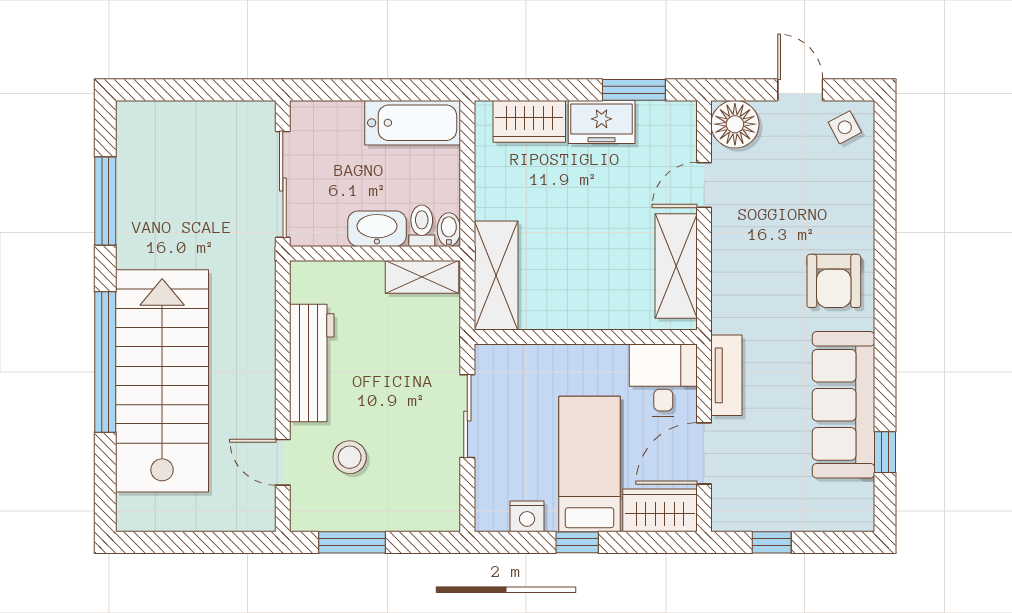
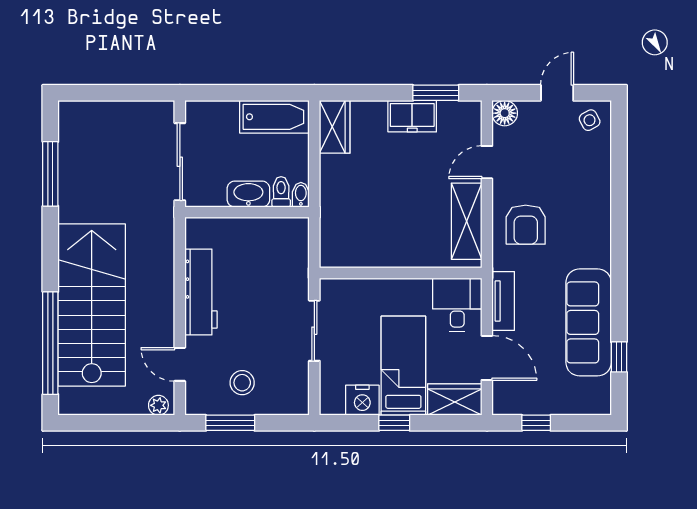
door: (800, 90) -> (557, 93), hinge flipped
wardrobe: (529, 121) -> (335, 127), moved, turned -90
floor lamp: (735, 124) -> (505, 113), width x0.73, depth x0.73
shelving: (496, 276) -> (335, 228), removed
shelving: (422, 277) -> (281, 229), removed
armchair: (834, 281) -> (526, 225), moved
window: (105, 362) -> (50, 343), moved
door: (704, 453) -> (487, 358), swing flipped
stool: (350, 457) -> (242, 383), moved
nightstand: (527, 516) -> (362, 400), width x1.36, depth x1.33
plant: (254, 518) -> (158, 405), added

